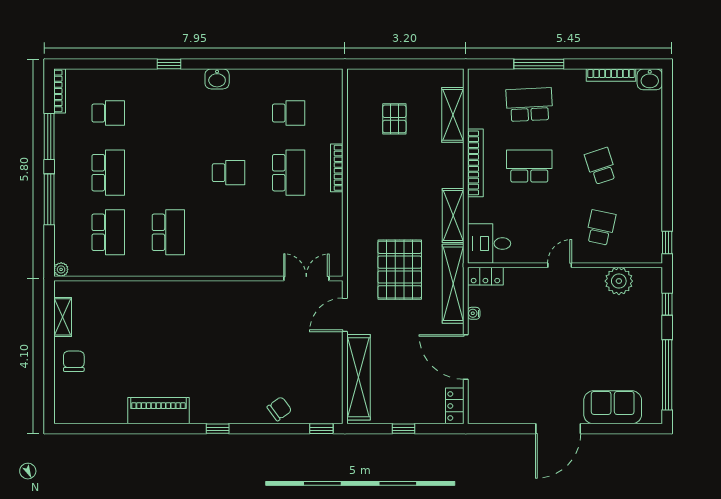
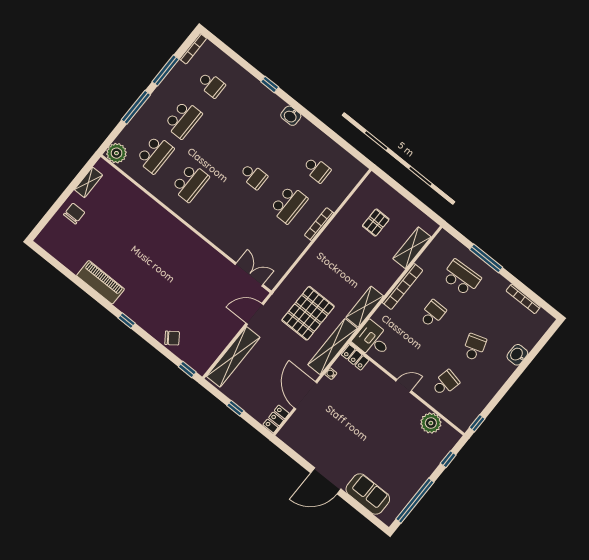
washbasin: (650, 79) -> (517, 355), moved, turned 90
school desk: (529, 166) -> (433, 314), width x0.54
plant: (61, 269) -> (116, 153), width x1.88, depth x1.88

